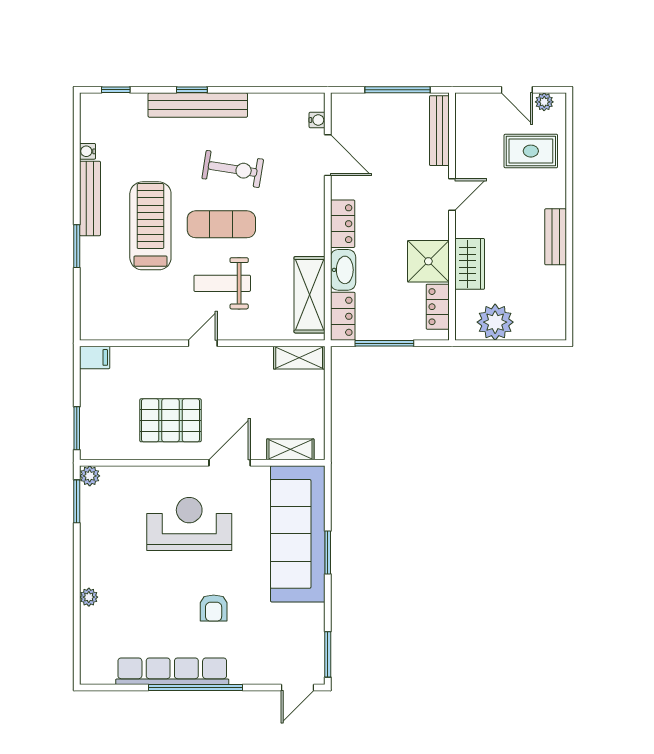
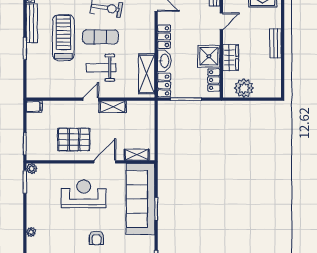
shelving: (299, 358) -> (113, 107), moved

